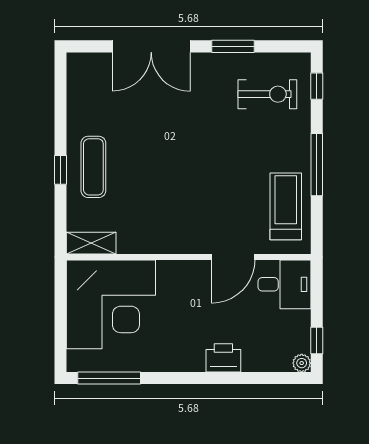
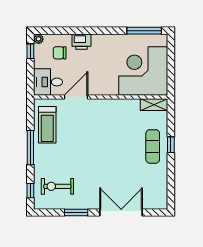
chair: (263, 338) -> (60, 53), added

